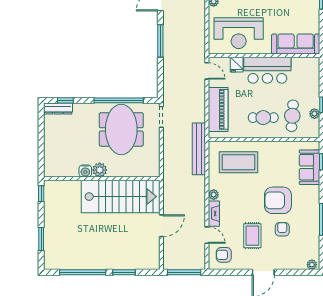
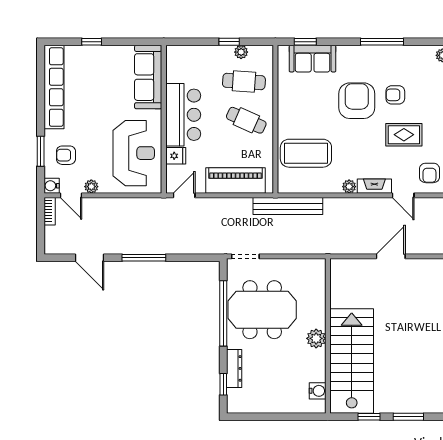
dresser: (58, 109) -> (234, 368), moved
cafe table: (263, 118) -> (246, 120), turned -66
coffee table: (239, 162) -> (306, 153), turned 90
water cooler: (85, 171) -> (318, 391), moved
window: (41, 194) -> (369, 417), moved
stairs: (121, 197) -> (352, 361), moved
armchair: (278, 200) -> (357, 101), turned 180
door: (161, 226) -> (391, 256), hinge flipped
door: (207, 235) -> (403, 195), swing flipped

